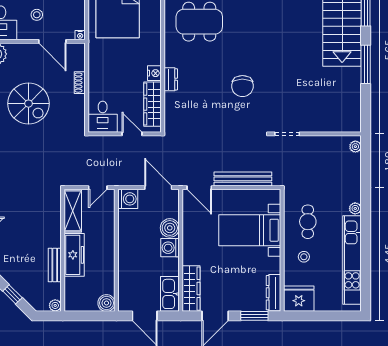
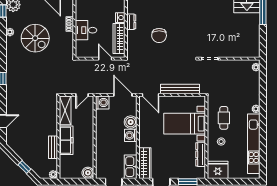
chair: (242, 86) -> (159, 35), moved
desk: (103, 117) -> (86, 30), moved, turned 90
dresser: (273, 293) -> (201, 154), moved

